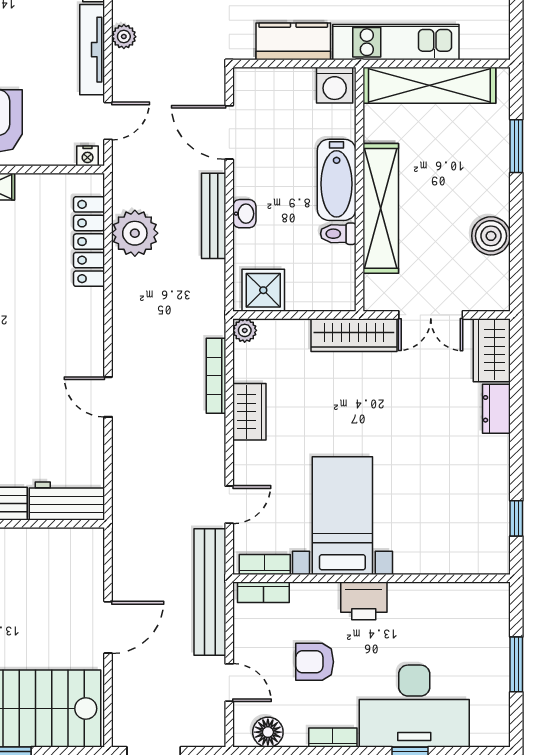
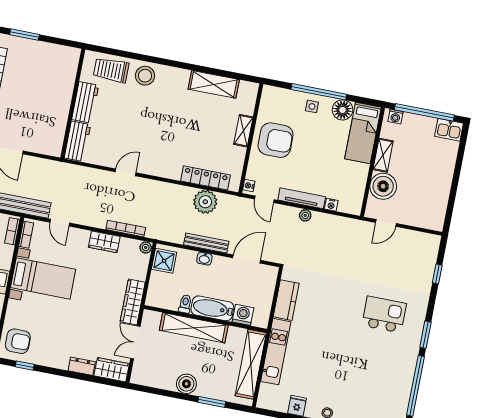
washing machine: (335, 85) -> (243, 315), moved, turned 90
boiler: (491, 236) -> (186, 384), moved
armchair: (472, 541) -> (18, 341), added

